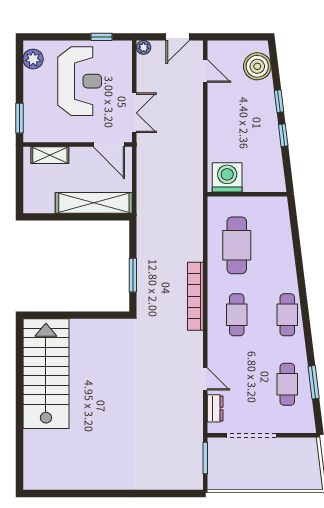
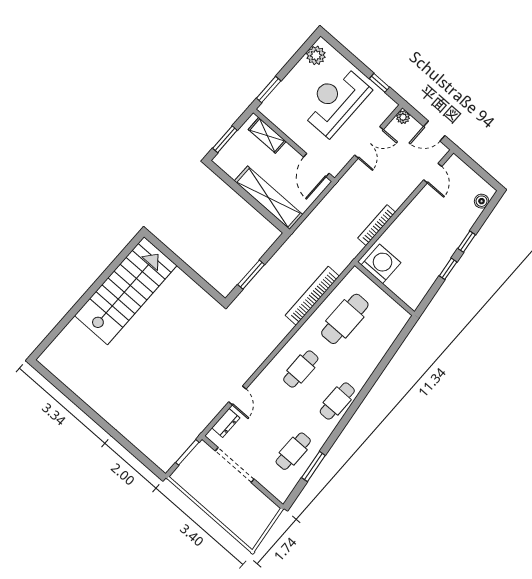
boiler: (257, 66) -> (482, 201), width x0.54, depth x0.54
reception desk: (80, 81) -> (336, 101), turned 180
double door: (134, 113) -> (369, 142), moved
bookcase: (197, 150) -> (377, 225), added
window: (19, 187) -> (225, 139), added
bookcase: (195, 296) -> (312, 296), moved

